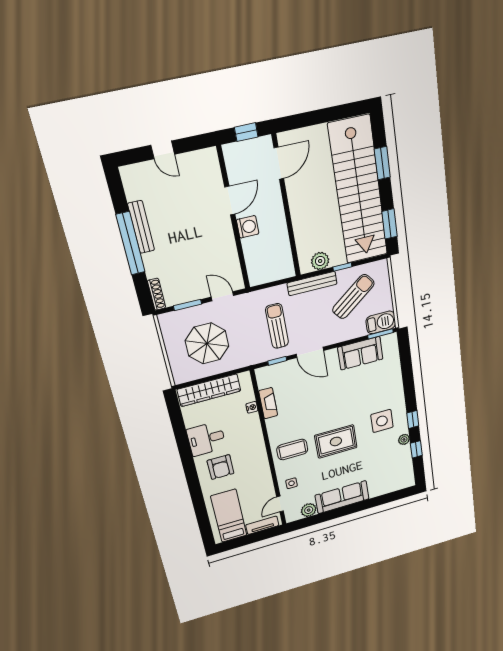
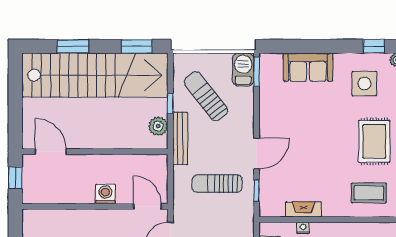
door: (230, 201) -> (147, 206), moved
sofa: (360, 353) -> (308, 67), moved, turned 90
coffee table: (292, 449) -> (369, 193), turned 90

